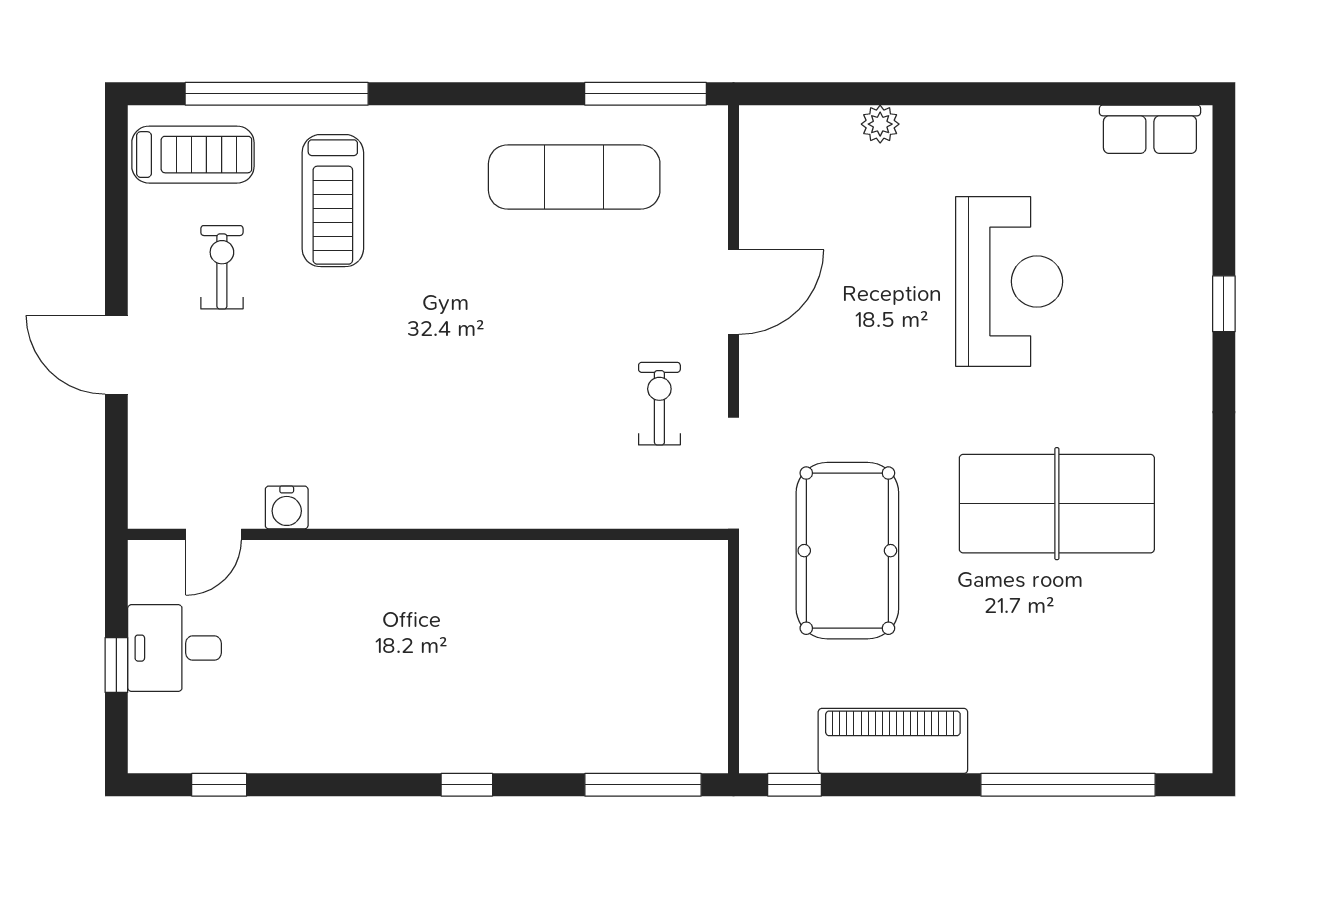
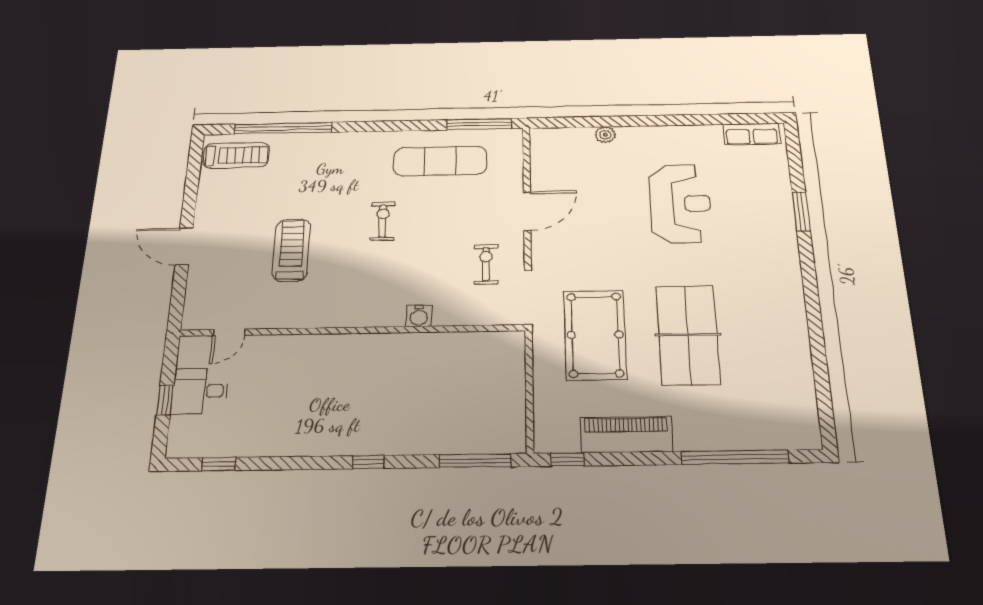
treadmill: (333, 201) -> (291, 250), moved, turned 180
exercise bike: (222, 267) -> (383, 221), moved
window: (1224, 304) -> (801, 212), width x1.50
table tennis table: (1057, 504) -> (688, 335), moved, turned 90
water cooler: (287, 507) -> (419, 316), moved

